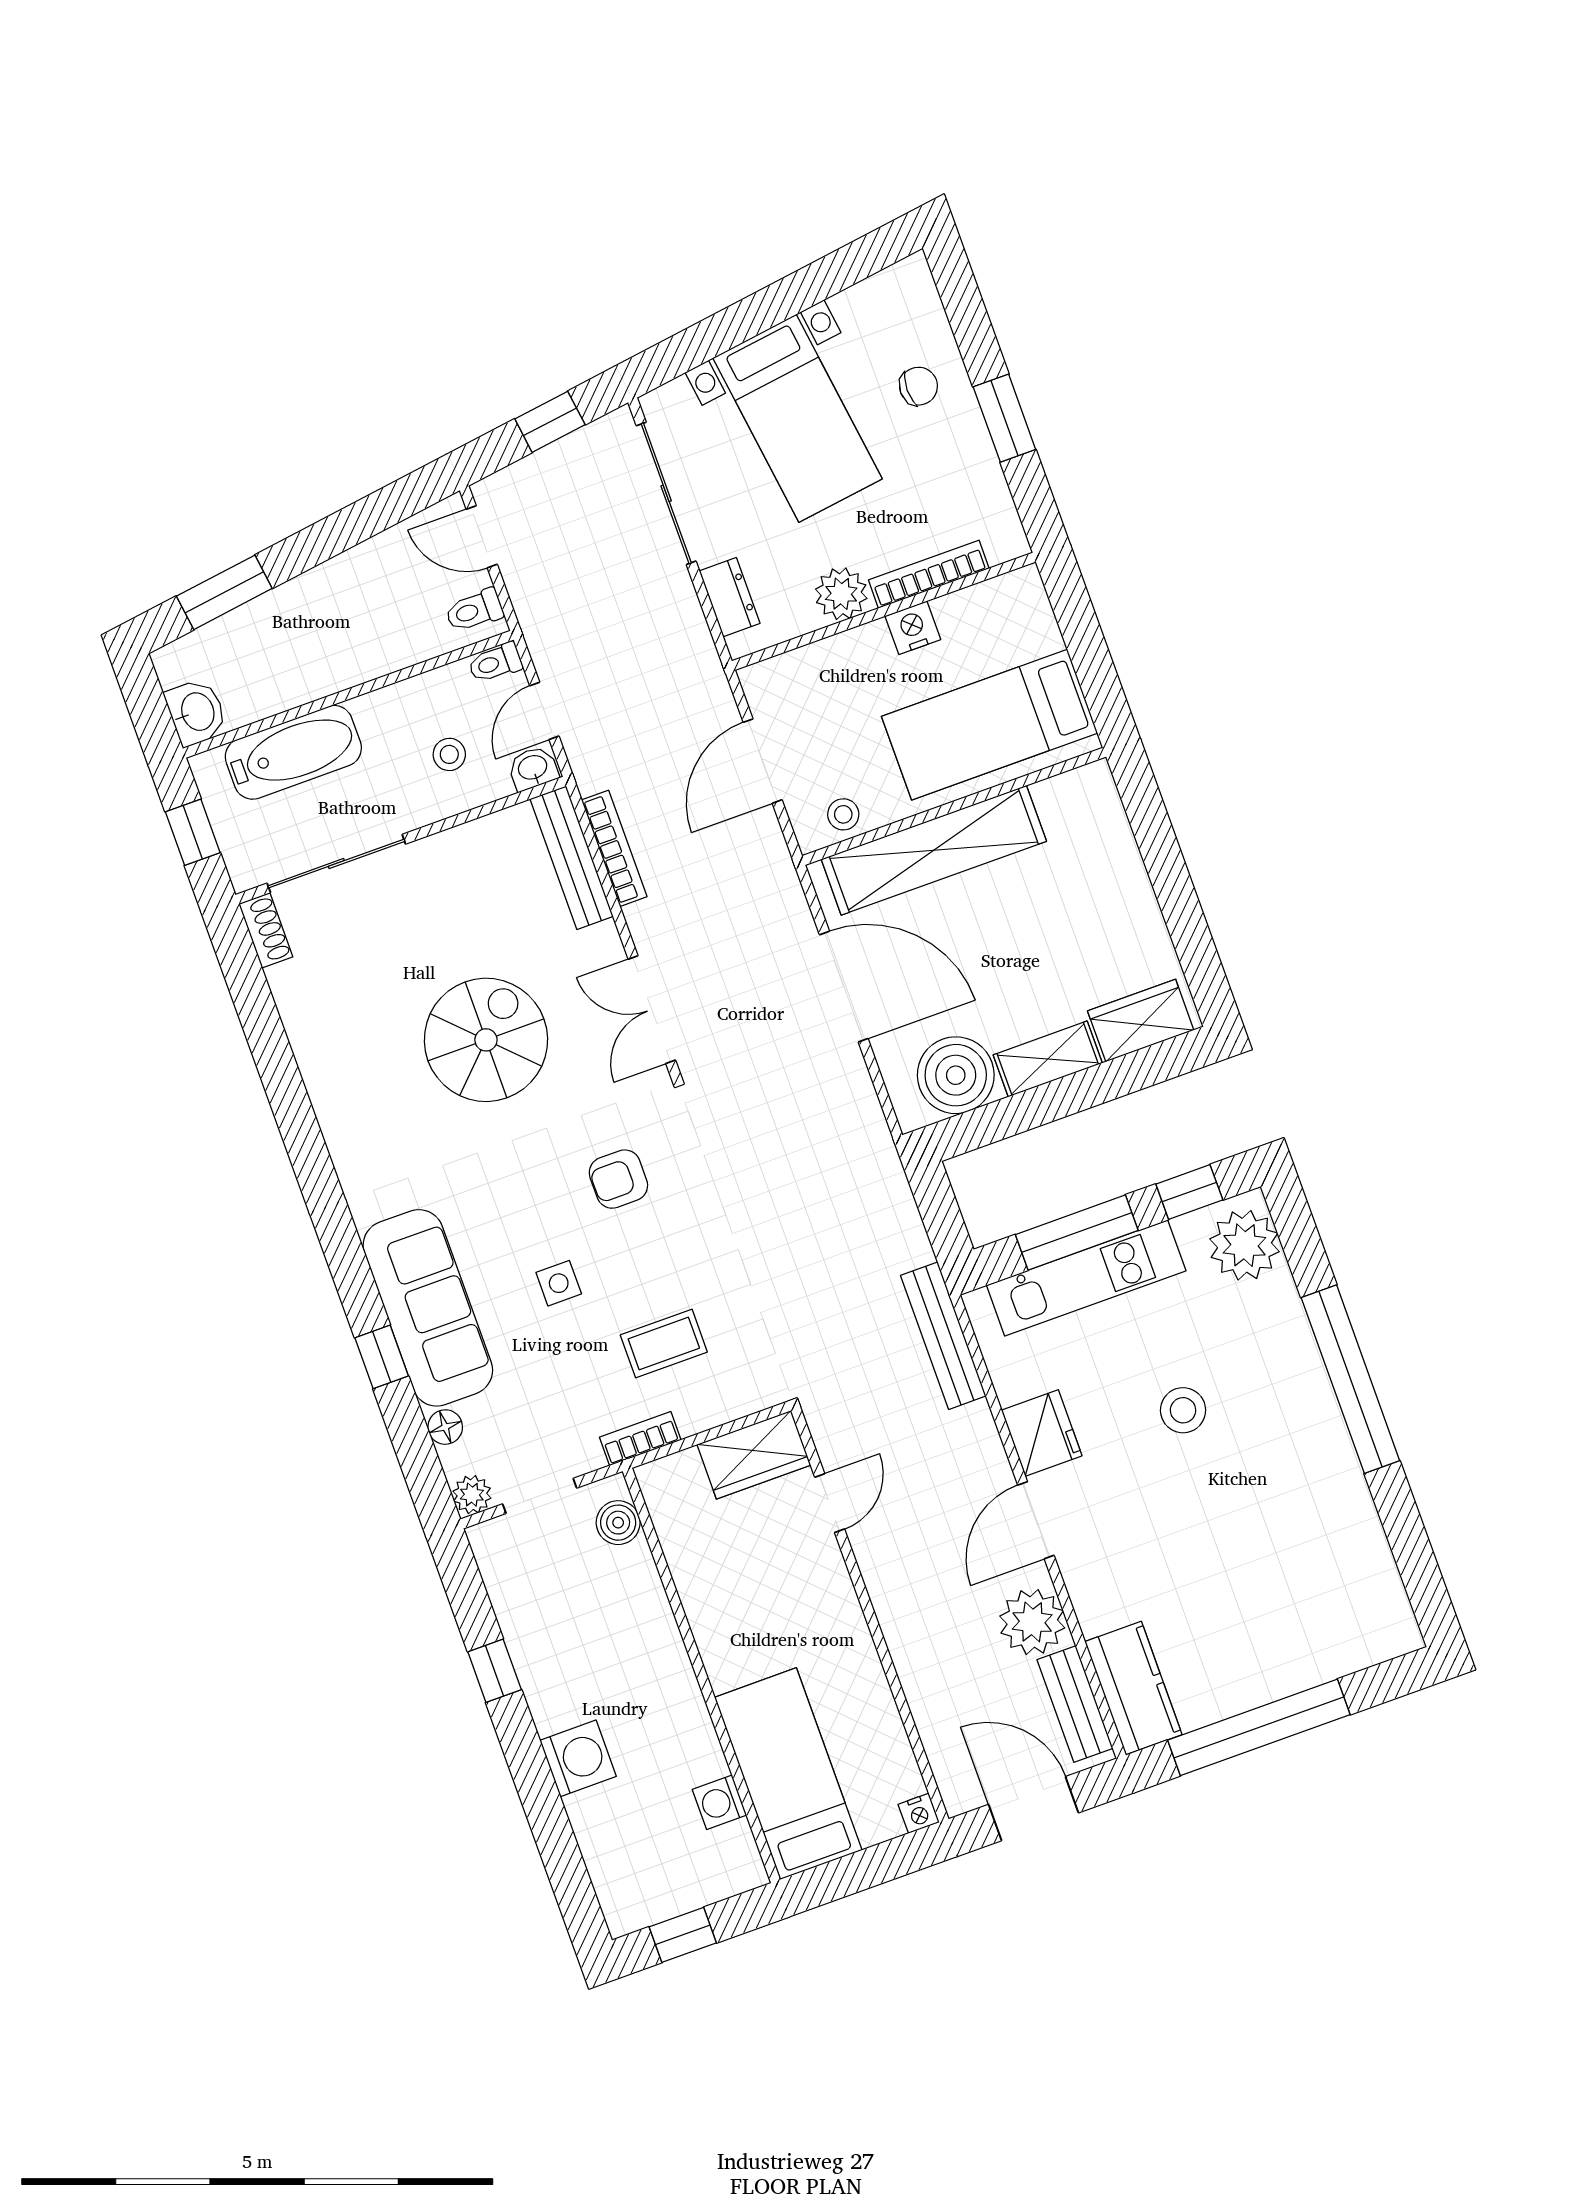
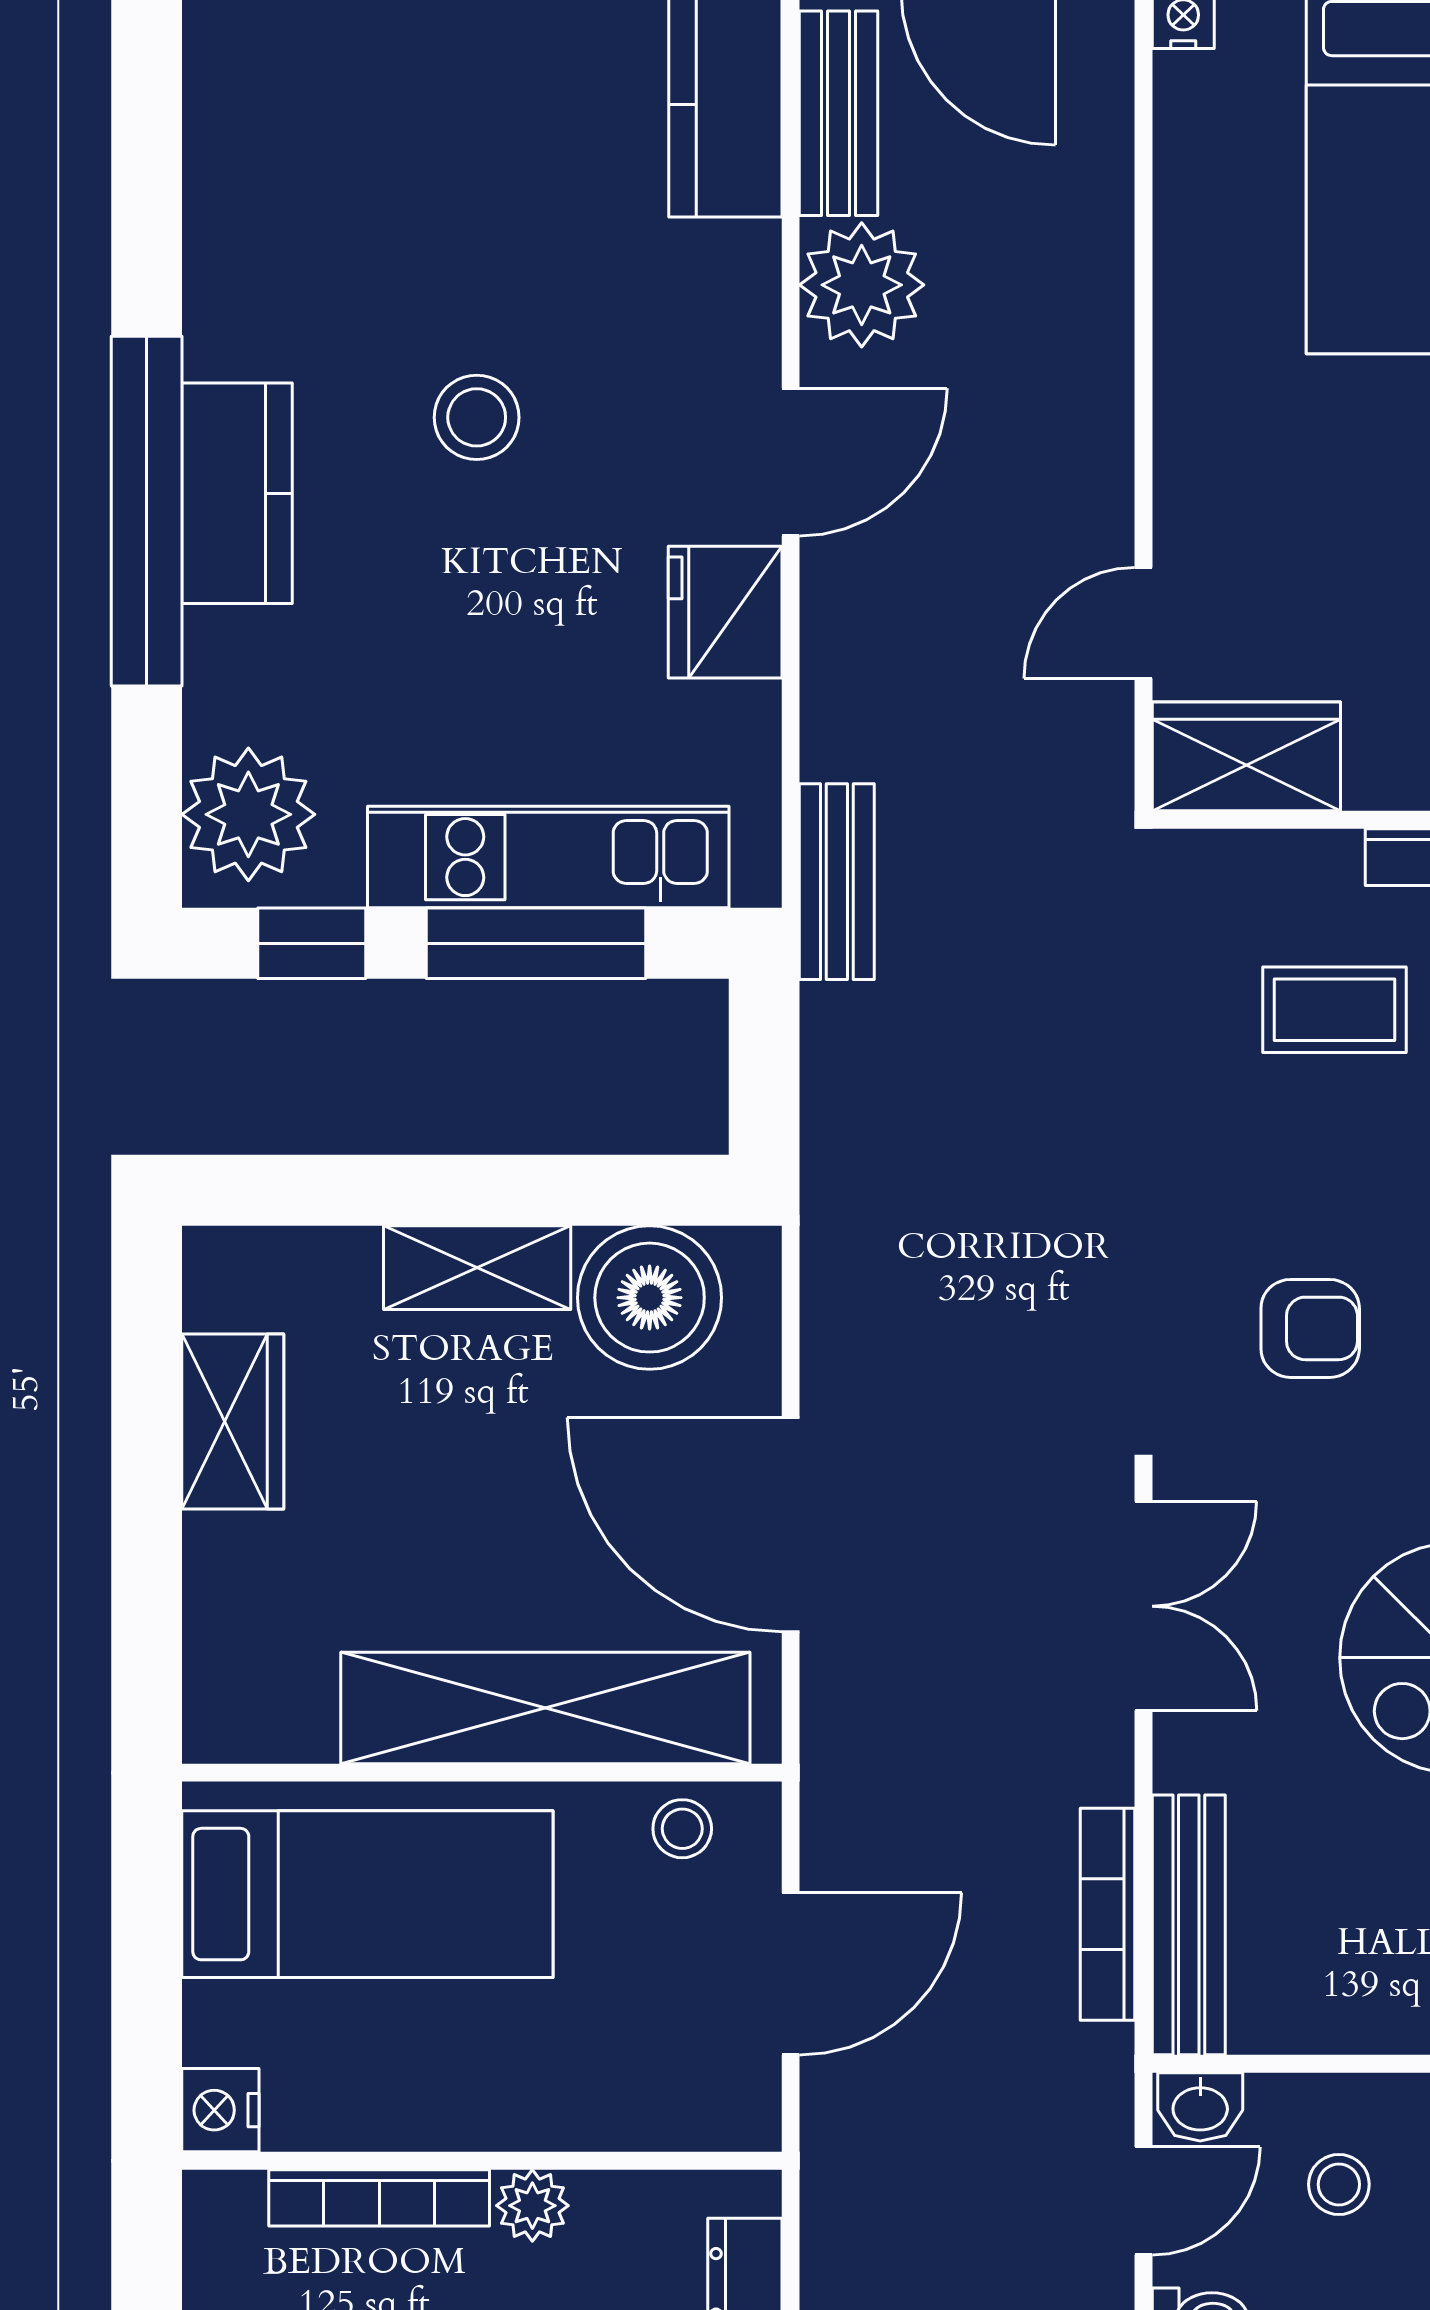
plant: (841, 594) -> (532, 2206), width x0.73, depth x0.73
nightstand: (913, 628) -> (220, 2110), moved, turned 90
wardrobe: (1141, 1021) -> (233, 1422), moved, turned -90
bench: (943, 1336) -> (837, 882), width x0.73
kitchen counter: (1308, 1404) -> (237, 493), added
stool: (1183, 1410) -> (477, 417), moved

